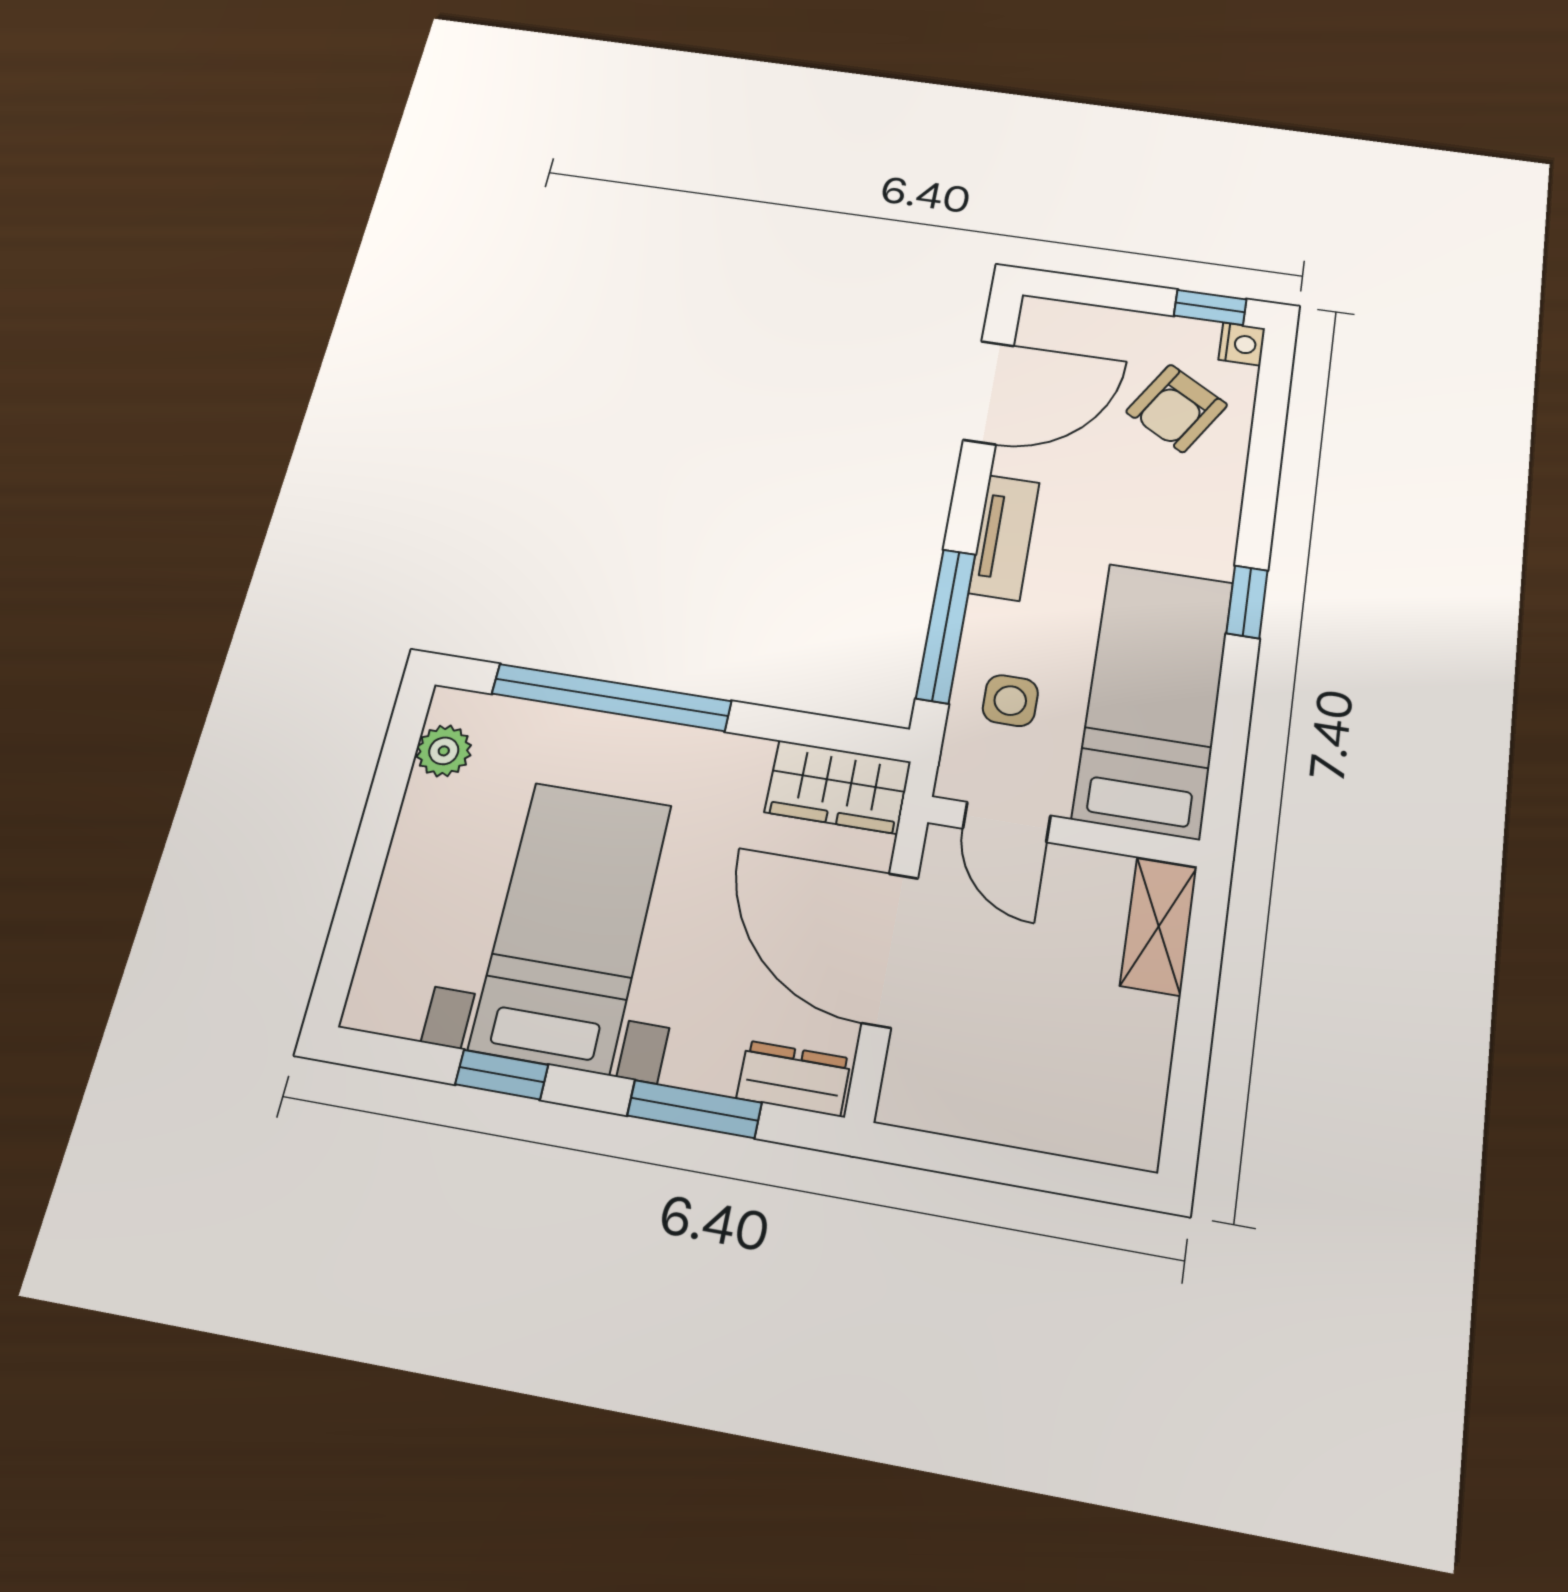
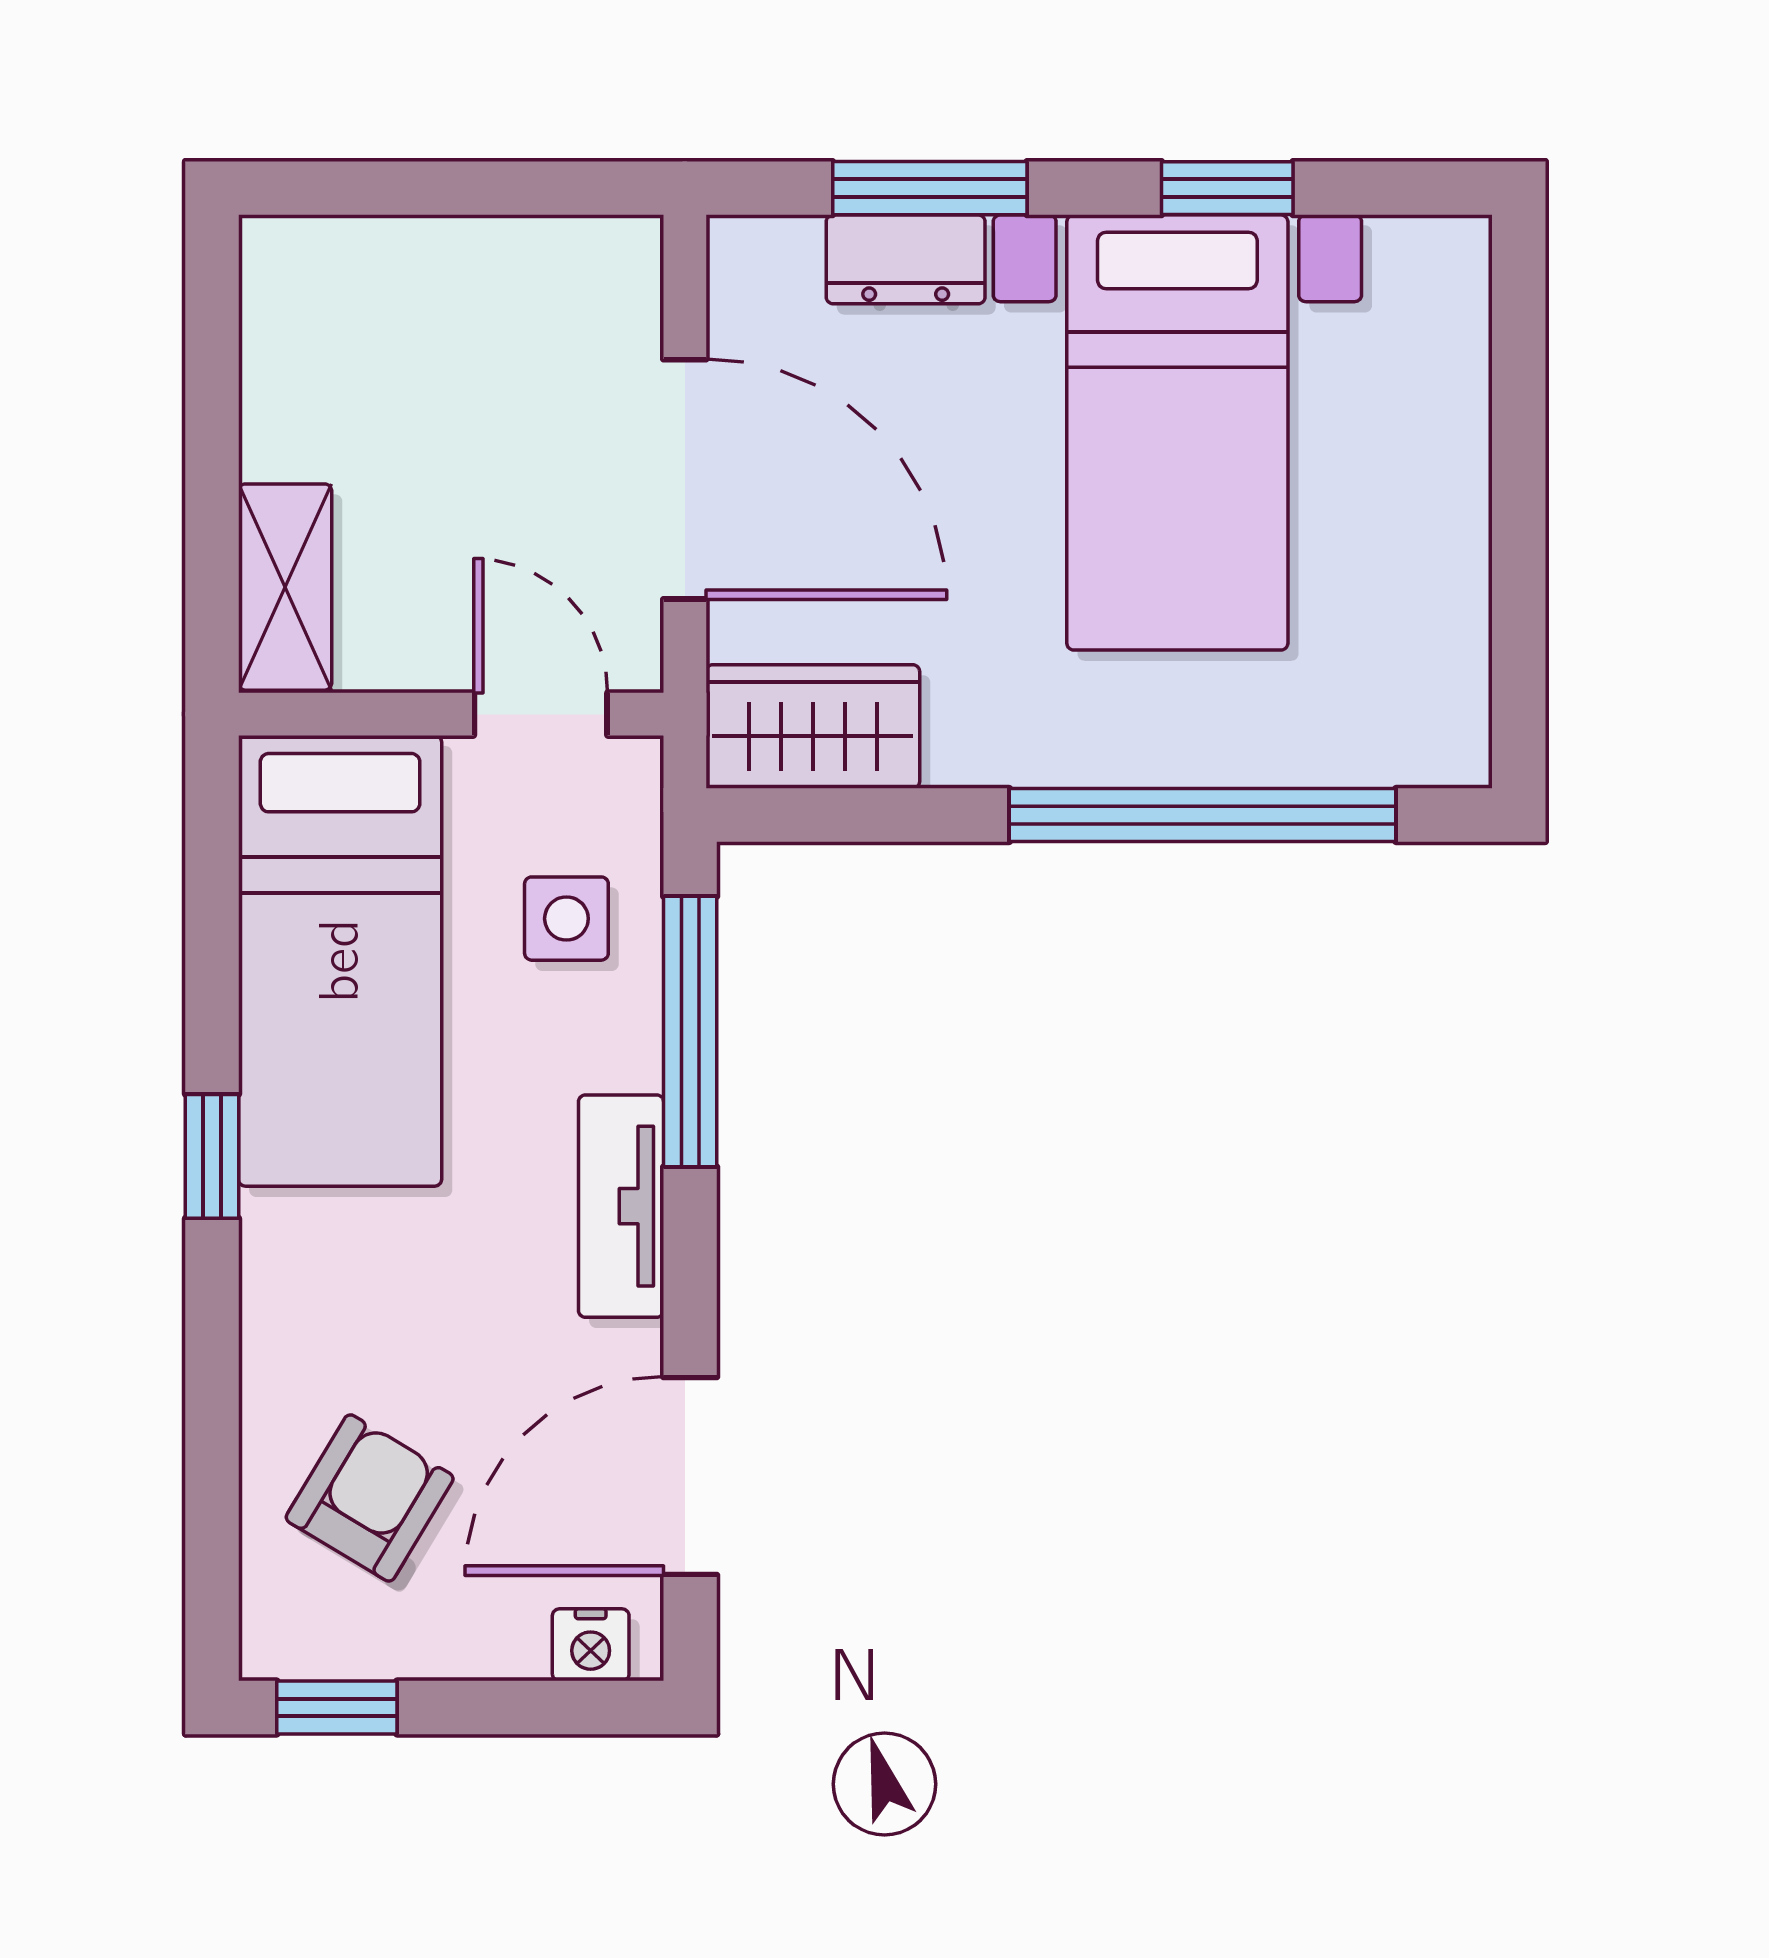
nightstand: (1242, 344) -> (591, 1645), moved, turned -90
plant: (444, 751) -> (1448, 679), removed
dresser: (794, 1078) -> (906, 259), moved

